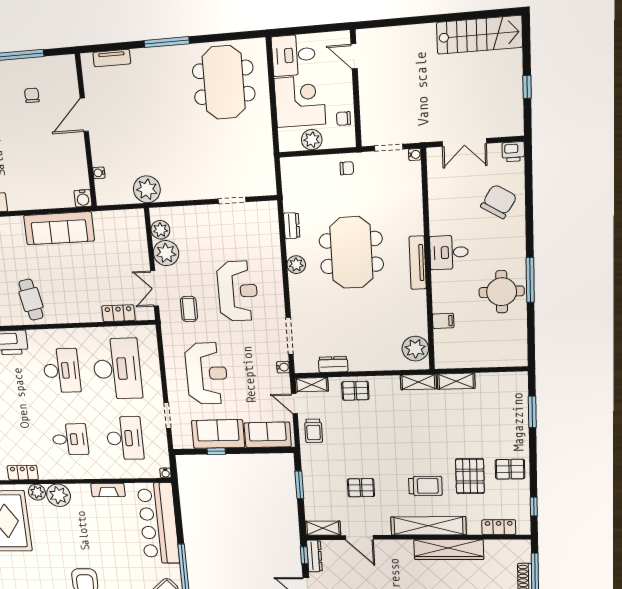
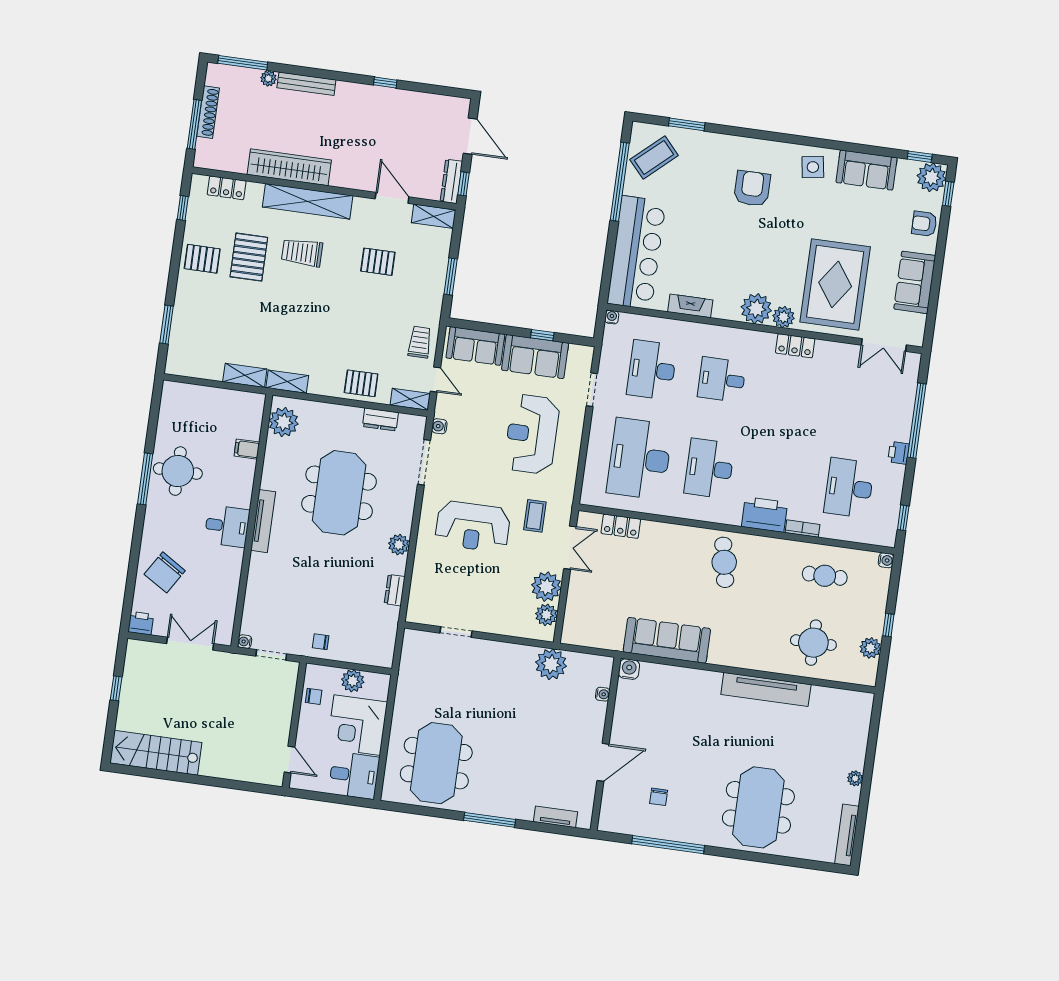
meeting table: (351, 253) -> (339, 493), moved
reception desk: (238, 291) -> (473, 526), turned -90

